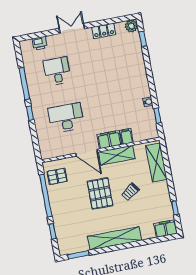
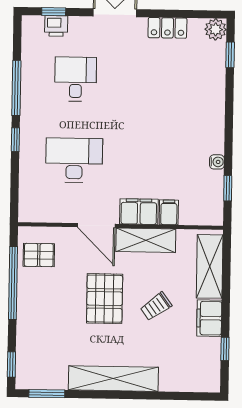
window: (37, 35) -> (54, 12), added
filing cabinet: (166, 229) -> (209, 318), moved, turned -90
window: (53, 231) -> (11, 364), moved

